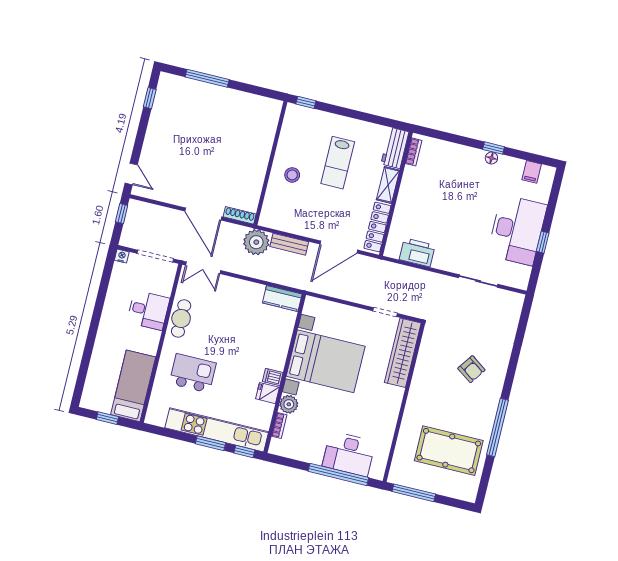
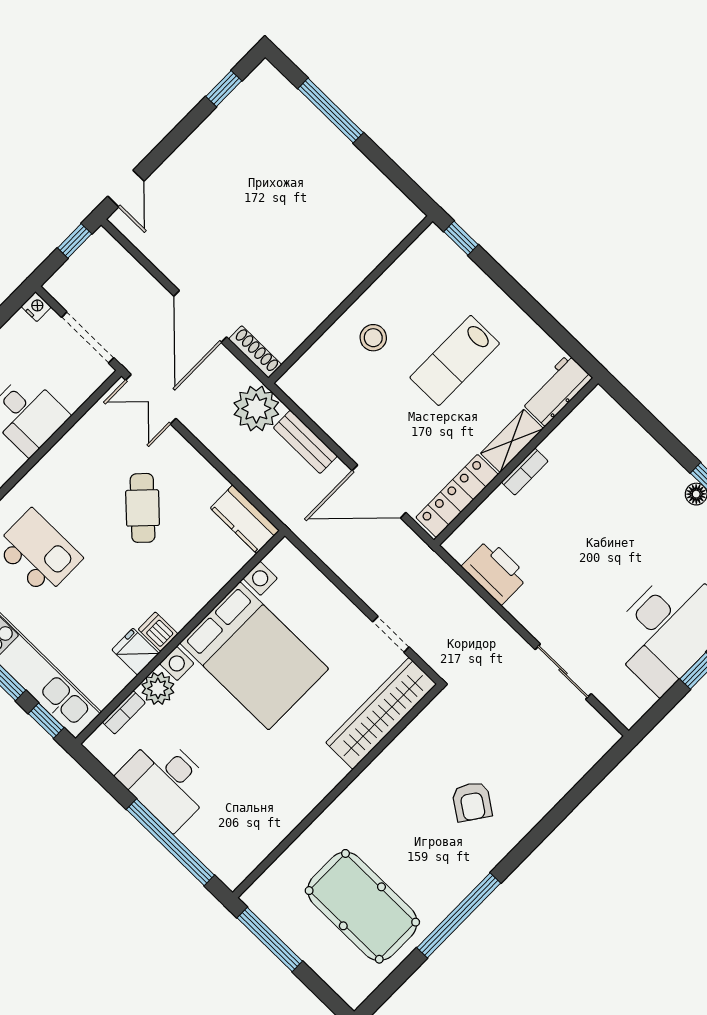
bookcase: (414, 152) -> (525, 472), moved
cafe table: (181, 318) -> (143, 508), moved, turned -46
desk: (349, 454) -> (166, 782), moved

